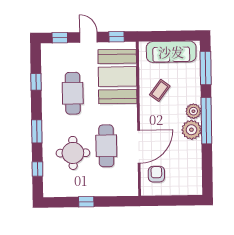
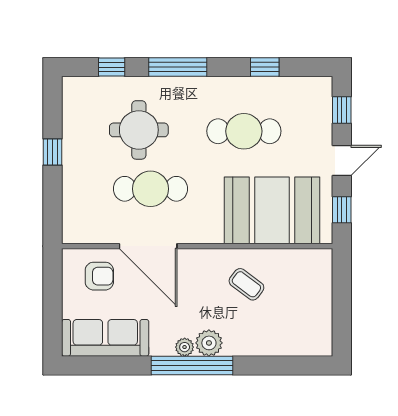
sofa: (171, 52) -> (105, 338), moved, turned 90
window: (206, 68) -> (285, 365), removed
plant: (191, 130) -> (185, 347), width x0.53, depth x0.53
window: (37, 131) -> (178, 67), width x1.44

